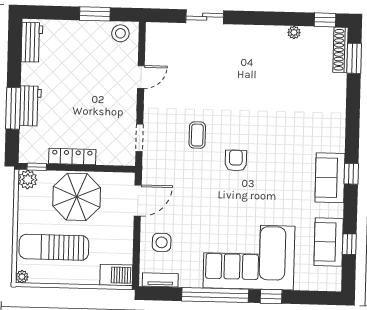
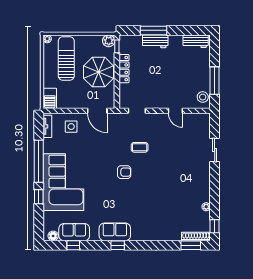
window: (95, 14) -> (215, 81), width x1.44
floor lamp: (334, 275) -> (53, 236), added

